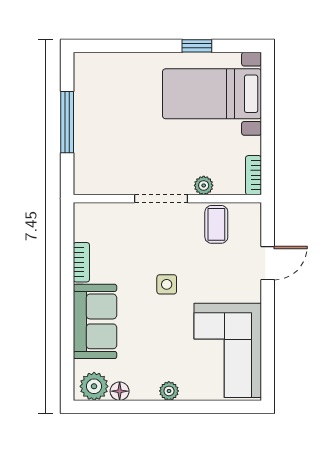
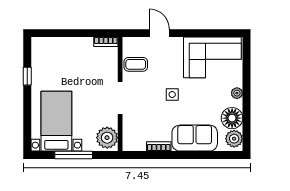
bed with nightstands: (212, 94) -> (56, 121), moved, turned 180
plant: (204, 185) -> (107, 138), moved, width x1.87, depth x1.87
floor lamp: (120, 391) -> (232, 118), width x1.89, depth x1.89

